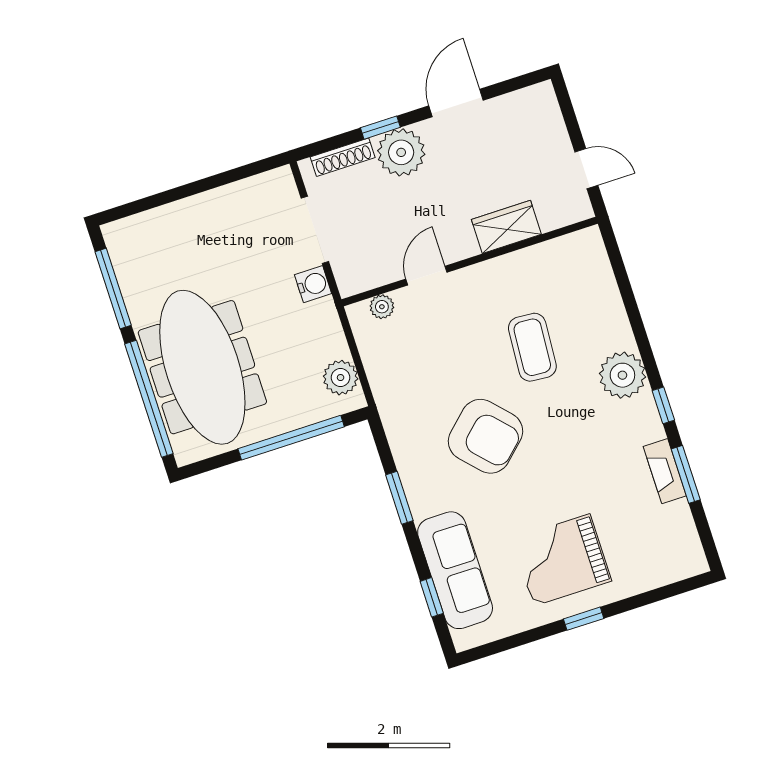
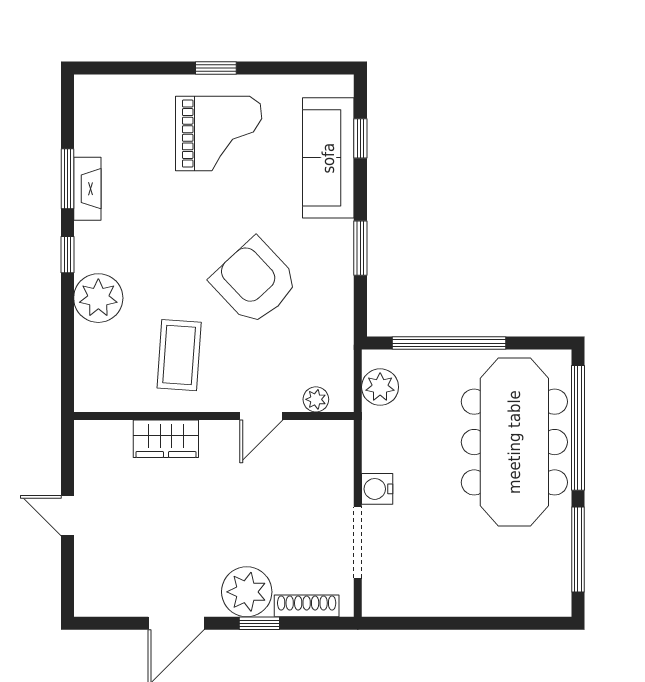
wardrobe: (506, 227) -> (166, 439), moved
wall: (470, 262) -> (214, 416), moved
door: (426, 276) -> (261, 416), moved
plant: (382, 307) -> (316, 399), moved

